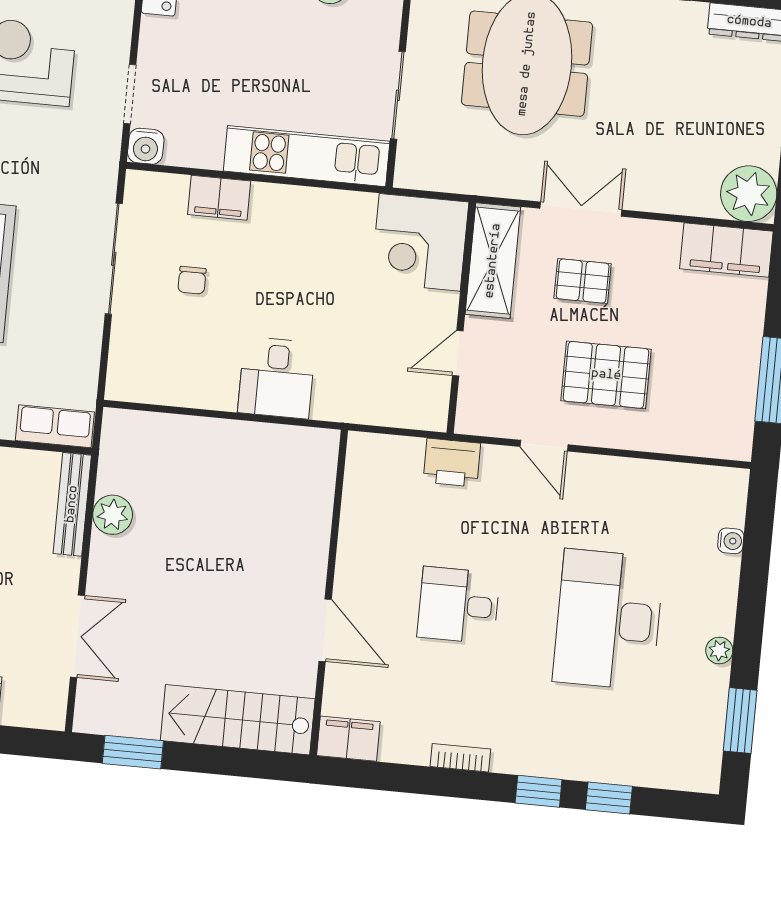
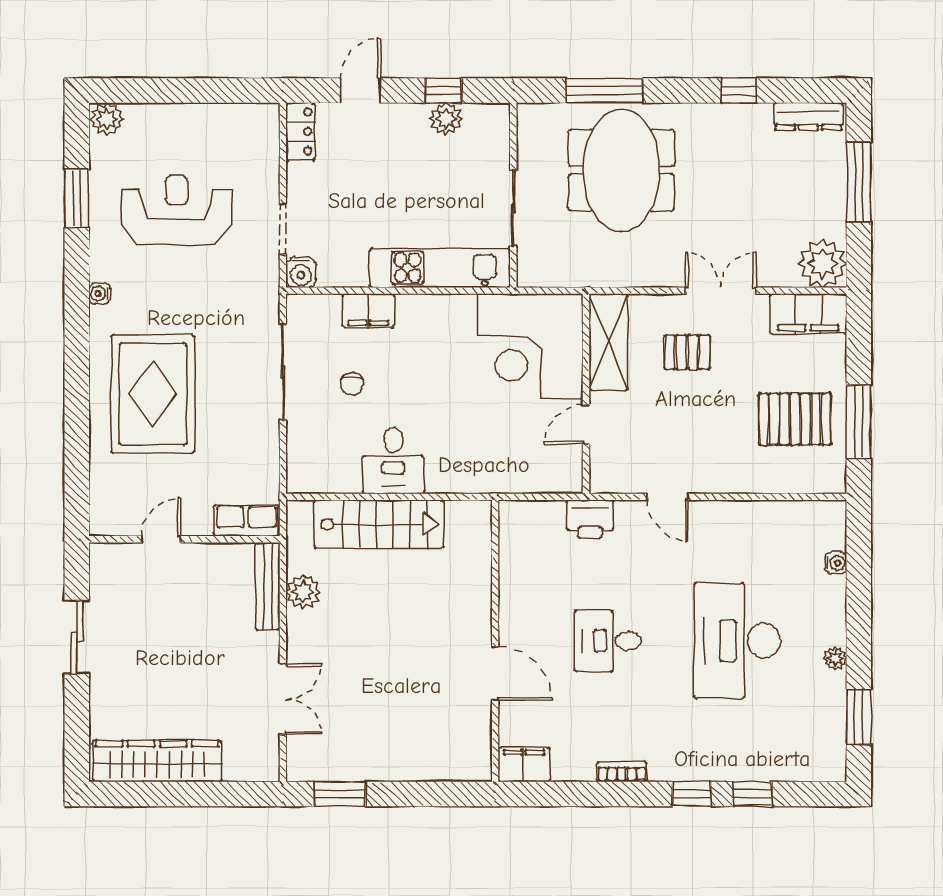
double door: (581, 209) -> (721, 291), moved
corner desk: (420, 242) -> (530, 346), width x1.36, depth x1.36
pallet: (606, 375) -> (795, 419), moved
desk: (277, 378) -> (393, 461), moved
stairs: (238, 720) -> (379, 524), moved, turned 180

